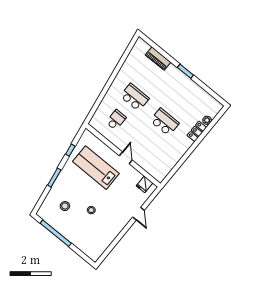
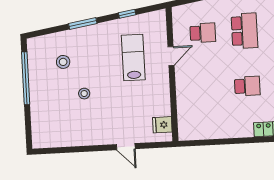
school desk: (165, 122) -> (247, 86), width x0.54
door: (126, 158) -> (171, 56), moved
lab bench: (96, 168) -> (133, 57), width x0.73, depth x0.72
door: (139, 214) -> (126, 147), hinge flipped

